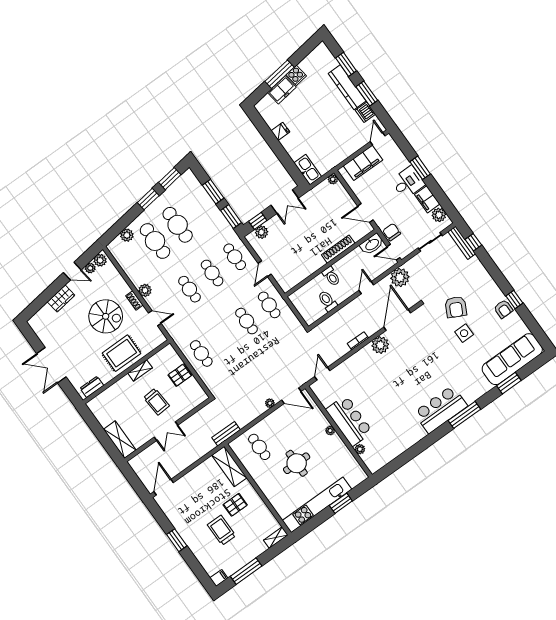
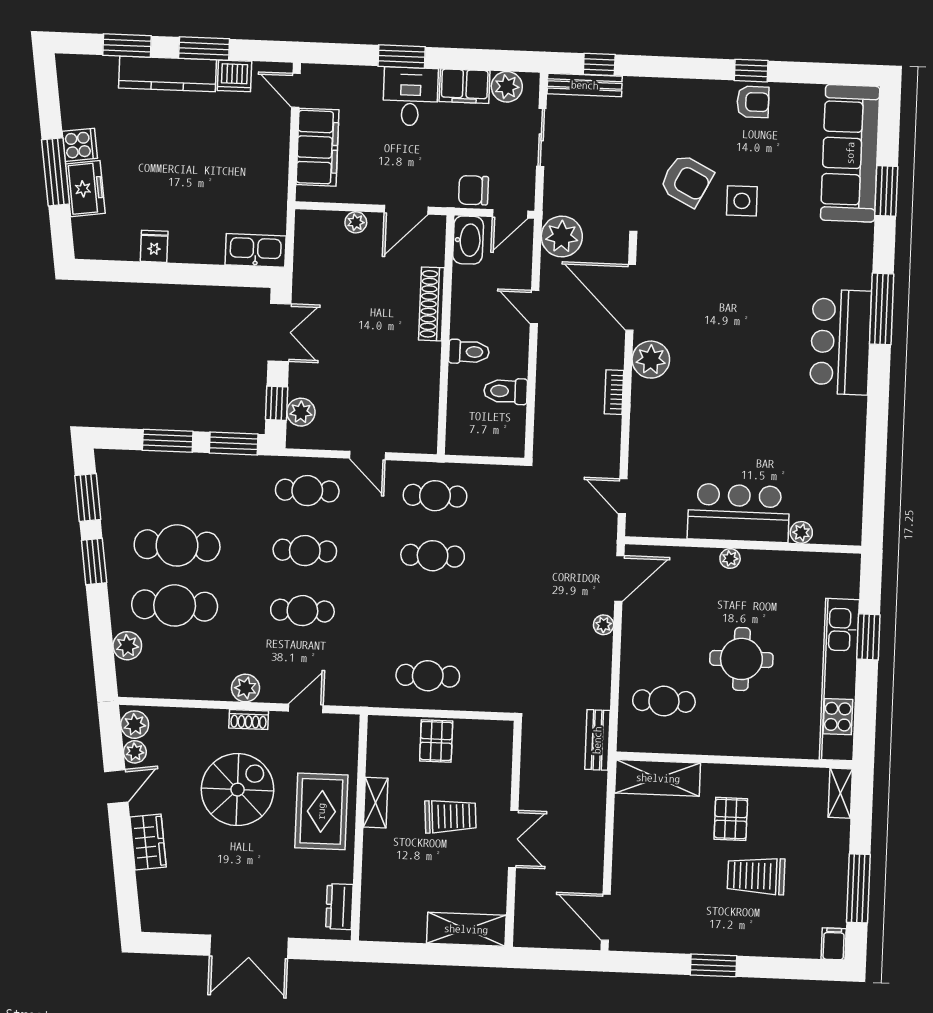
plant: (333, 179) -> (356, 222), moved

